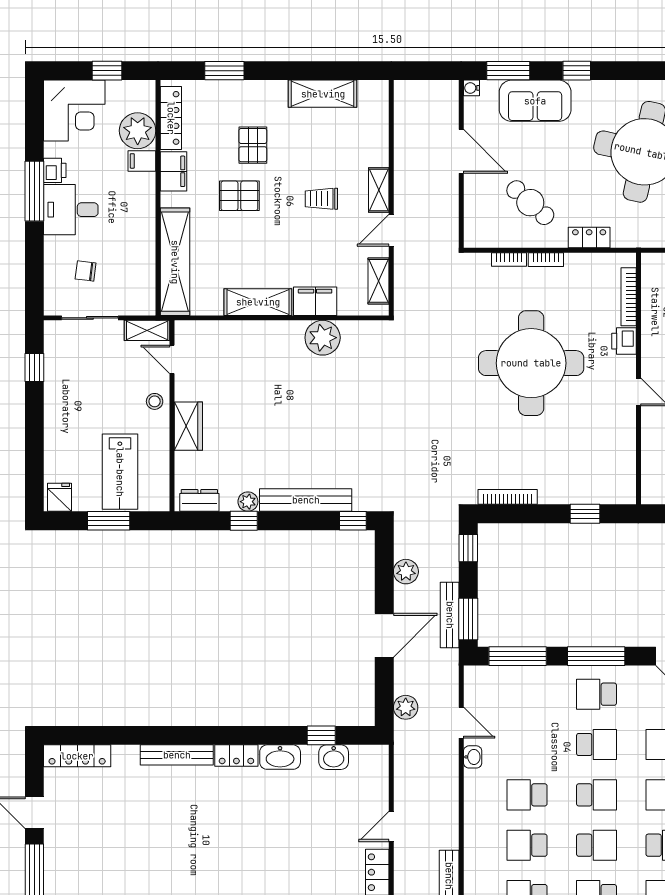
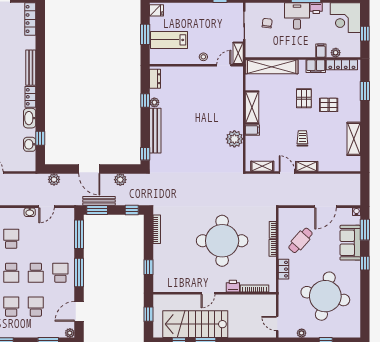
plant: (138, 131) -> (336, 53), width x0.53, depth x0.53
filing cabinet: (315, 301) -> (252, 130), width x0.50
wardrobe: (188, 426) -> (191, 73), removed

